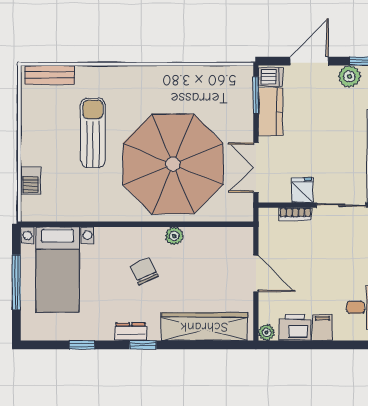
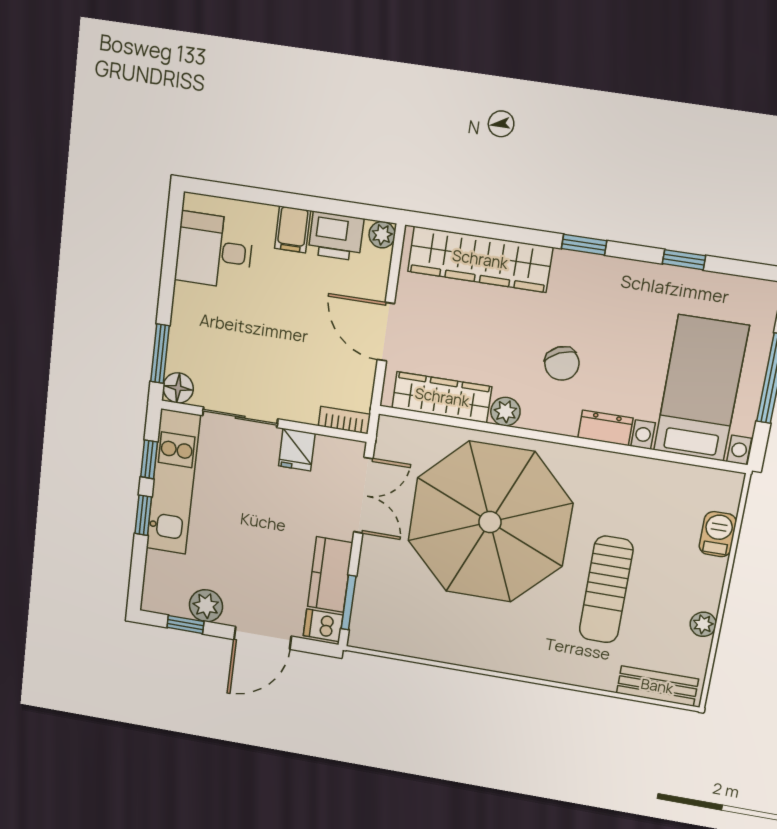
plant: (29, 121) -> (703, 624), added
bookcase: (295, 214) -> (344, 420), moved
wardrobe: (215, 238) -> (442, 397), added
dresser: (131, 332) -> (605, 428), moved, turned 180

